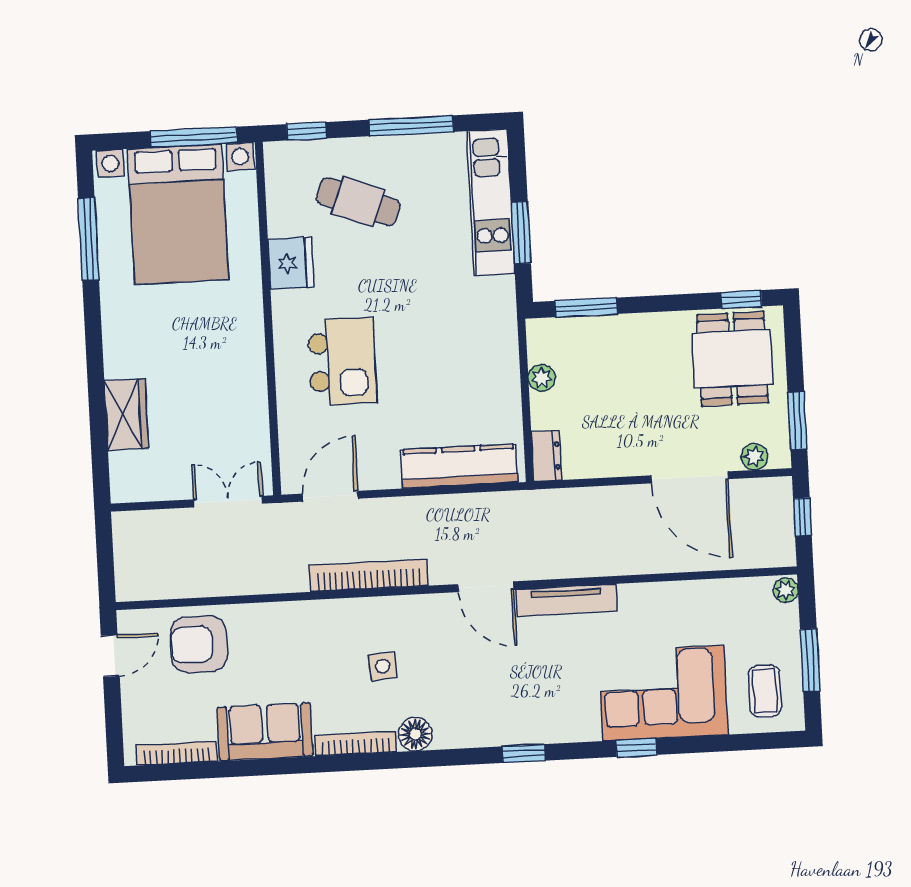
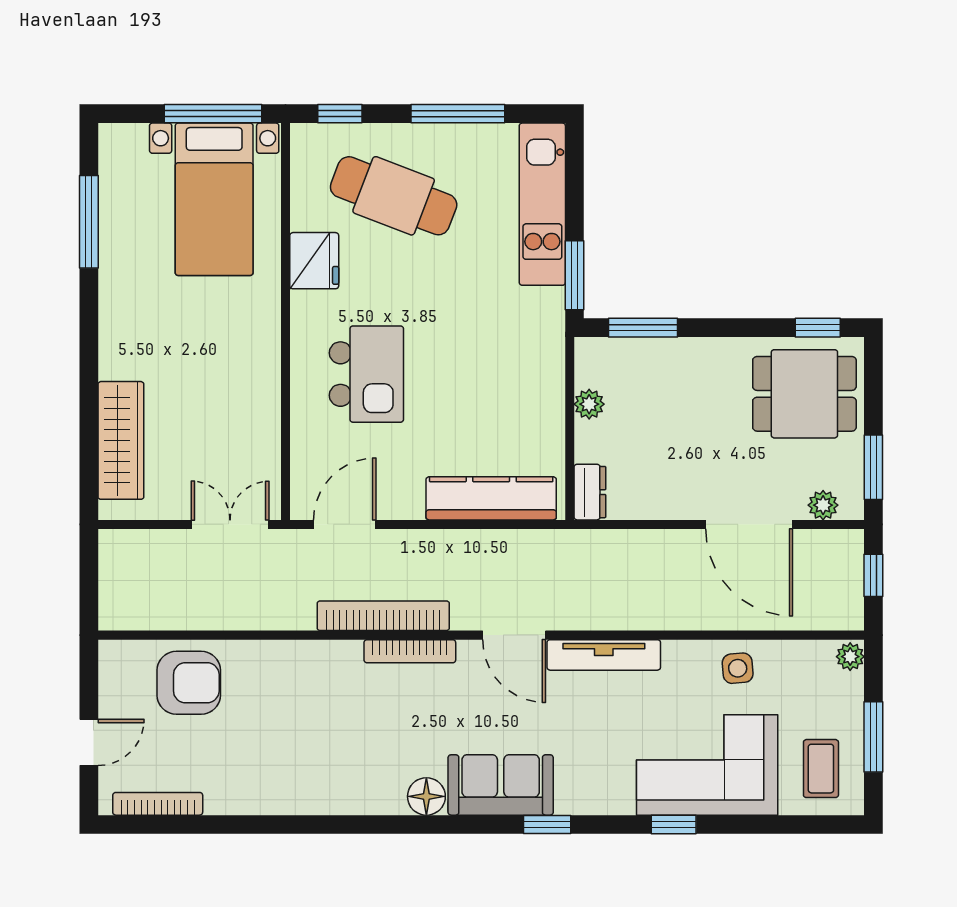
cafe table: (358, 202) -> (394, 196), width x1.37, depth x1.35
bed with nightstands: (178, 214) -> (214, 199), width x0.73
window: (521, 233) -> (574, 275), moved
dining table: (733, 359) -> (804, 394), turned 90
wardrobe: (126, 414) -> (121, 440), width x1.50
armchair: (199, 644) -> (189, 683), turned 180
door: (110, 656) -> (89, 742), moved
side table: (383, 666) -> (738, 668), moved
sofa: (265, 732) -> (501, 785), moved
bookcase: (356, 744) -> (410, 651), moved, turned 180

